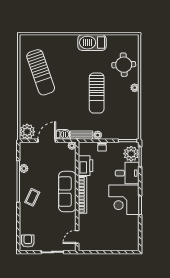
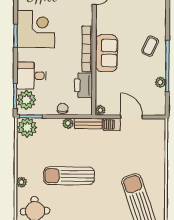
sun lounger: (97, 93) -> (69, 176), turned -90
plant: (27, 132) -> (27, 128), moved
door: (47, 141) -> (131, 117), swing flipped
sofa: (67, 192) -> (106, 53), width x0.73
corner desk: (124, 200) -> (36, 29), moved

